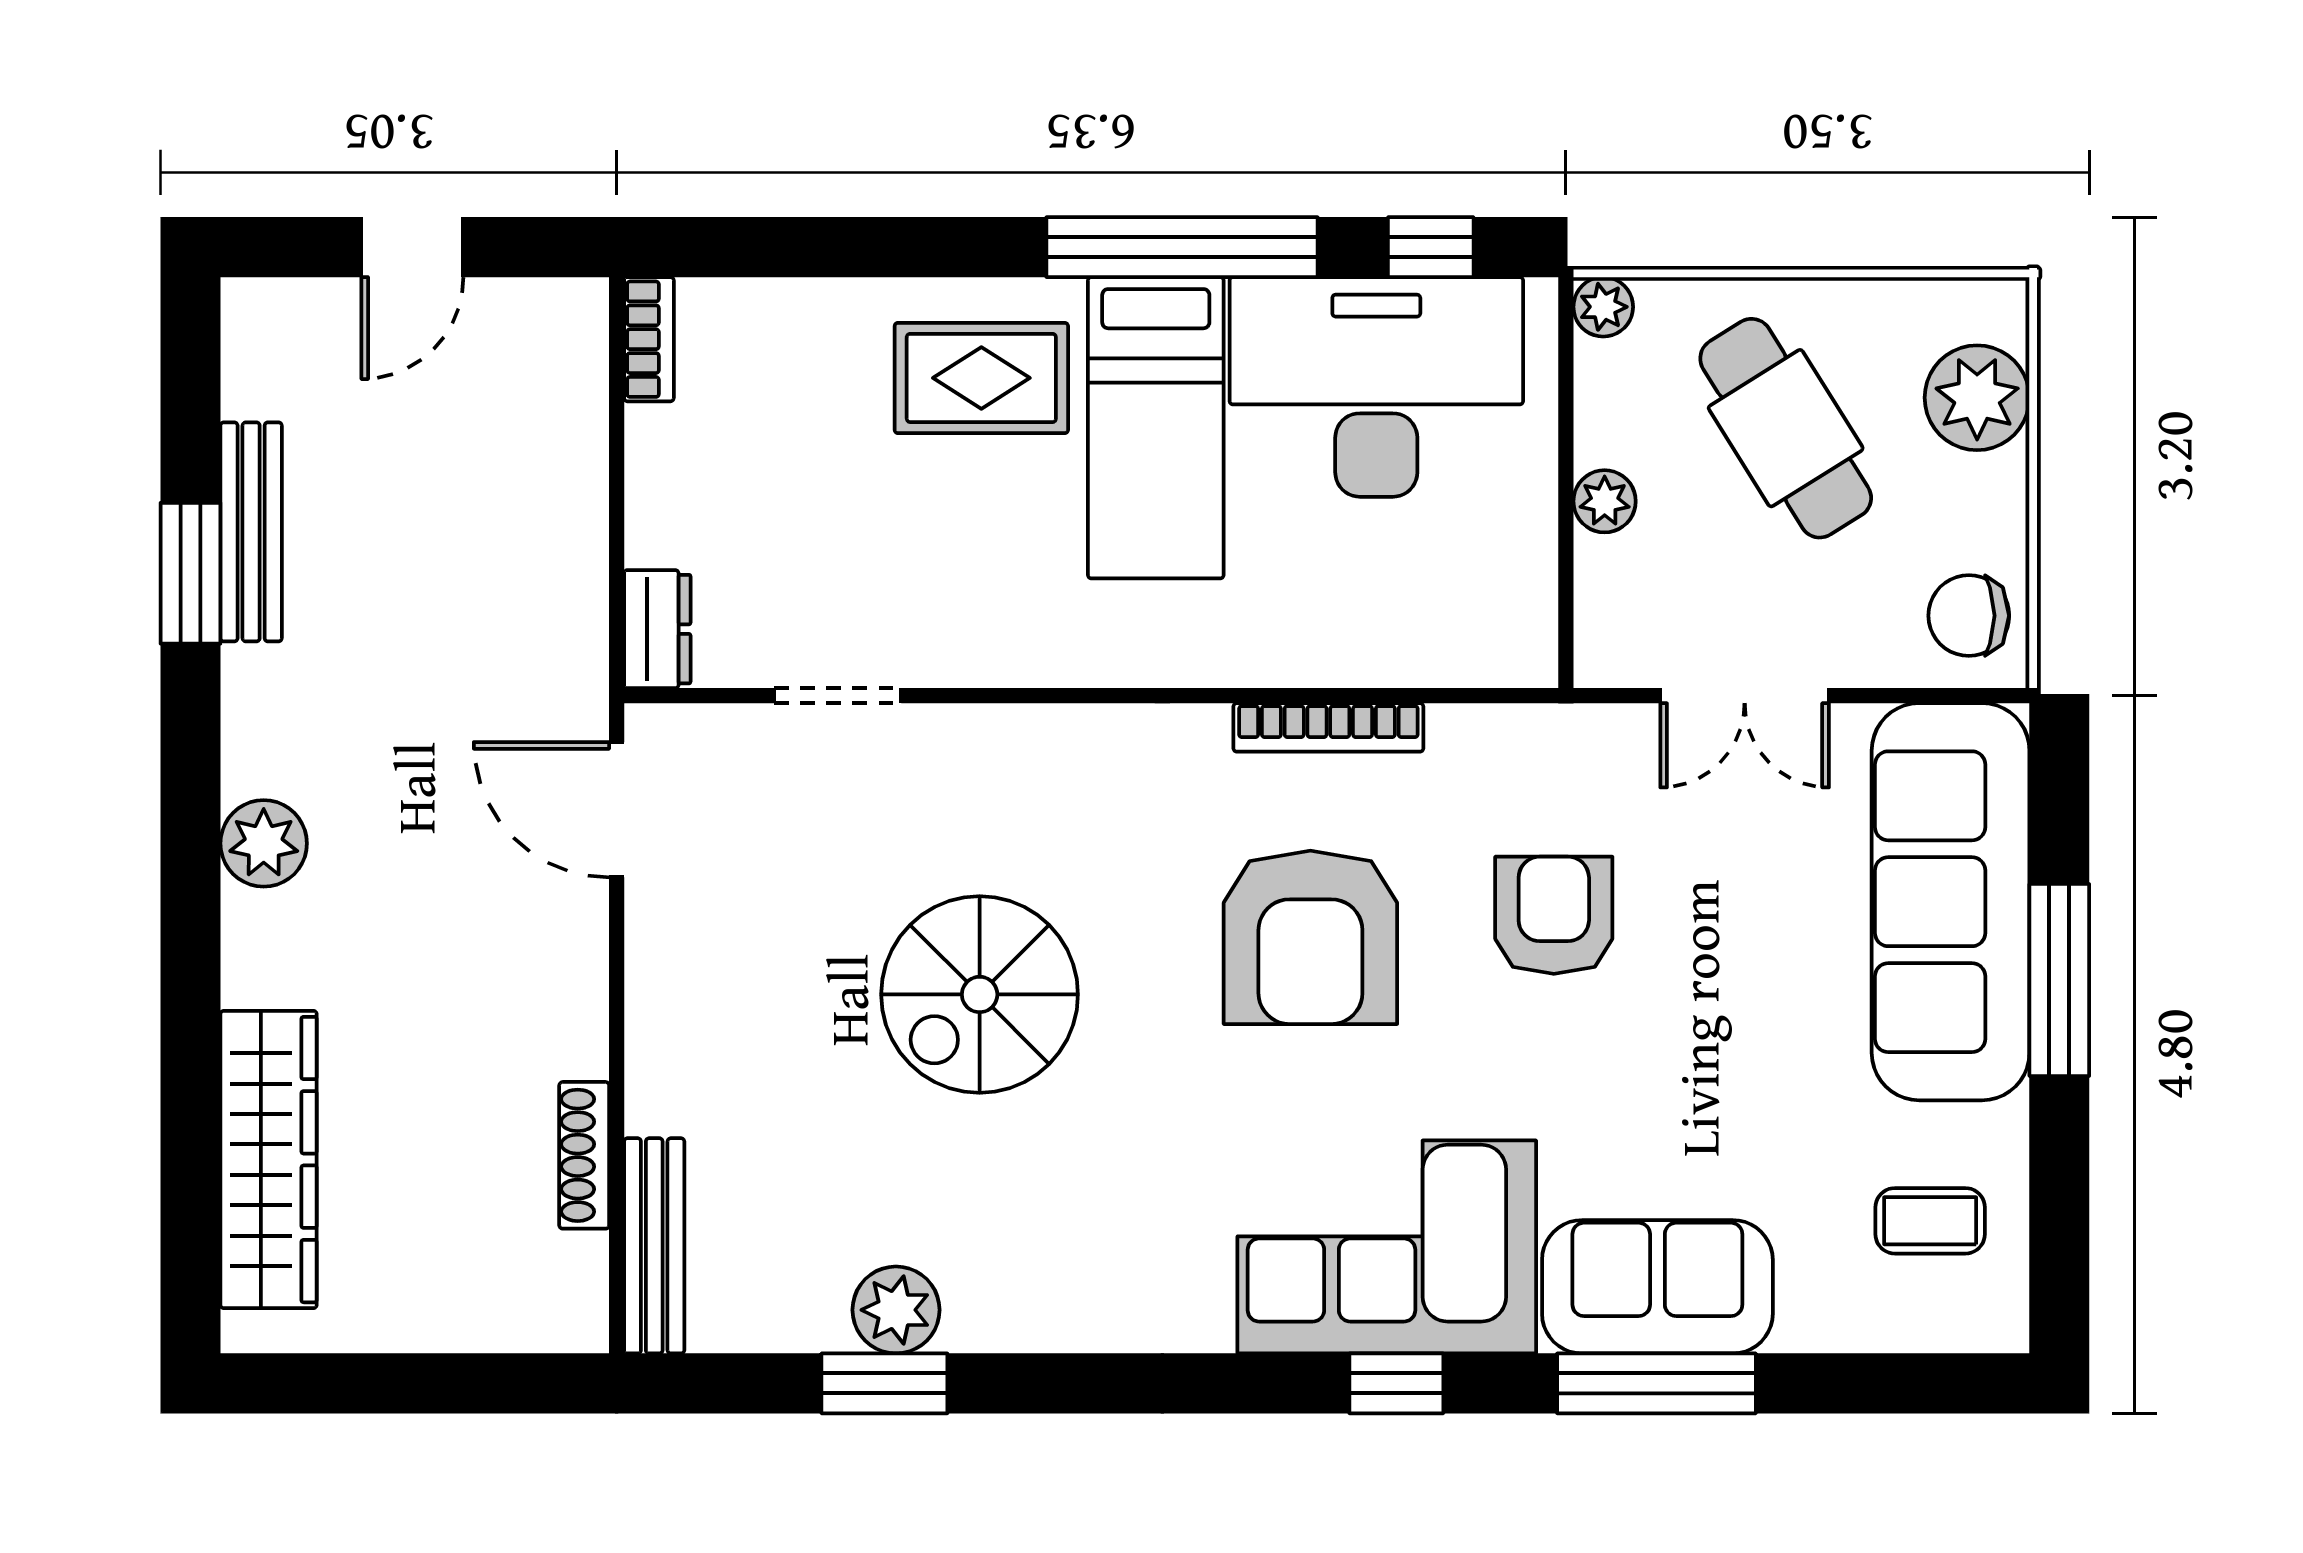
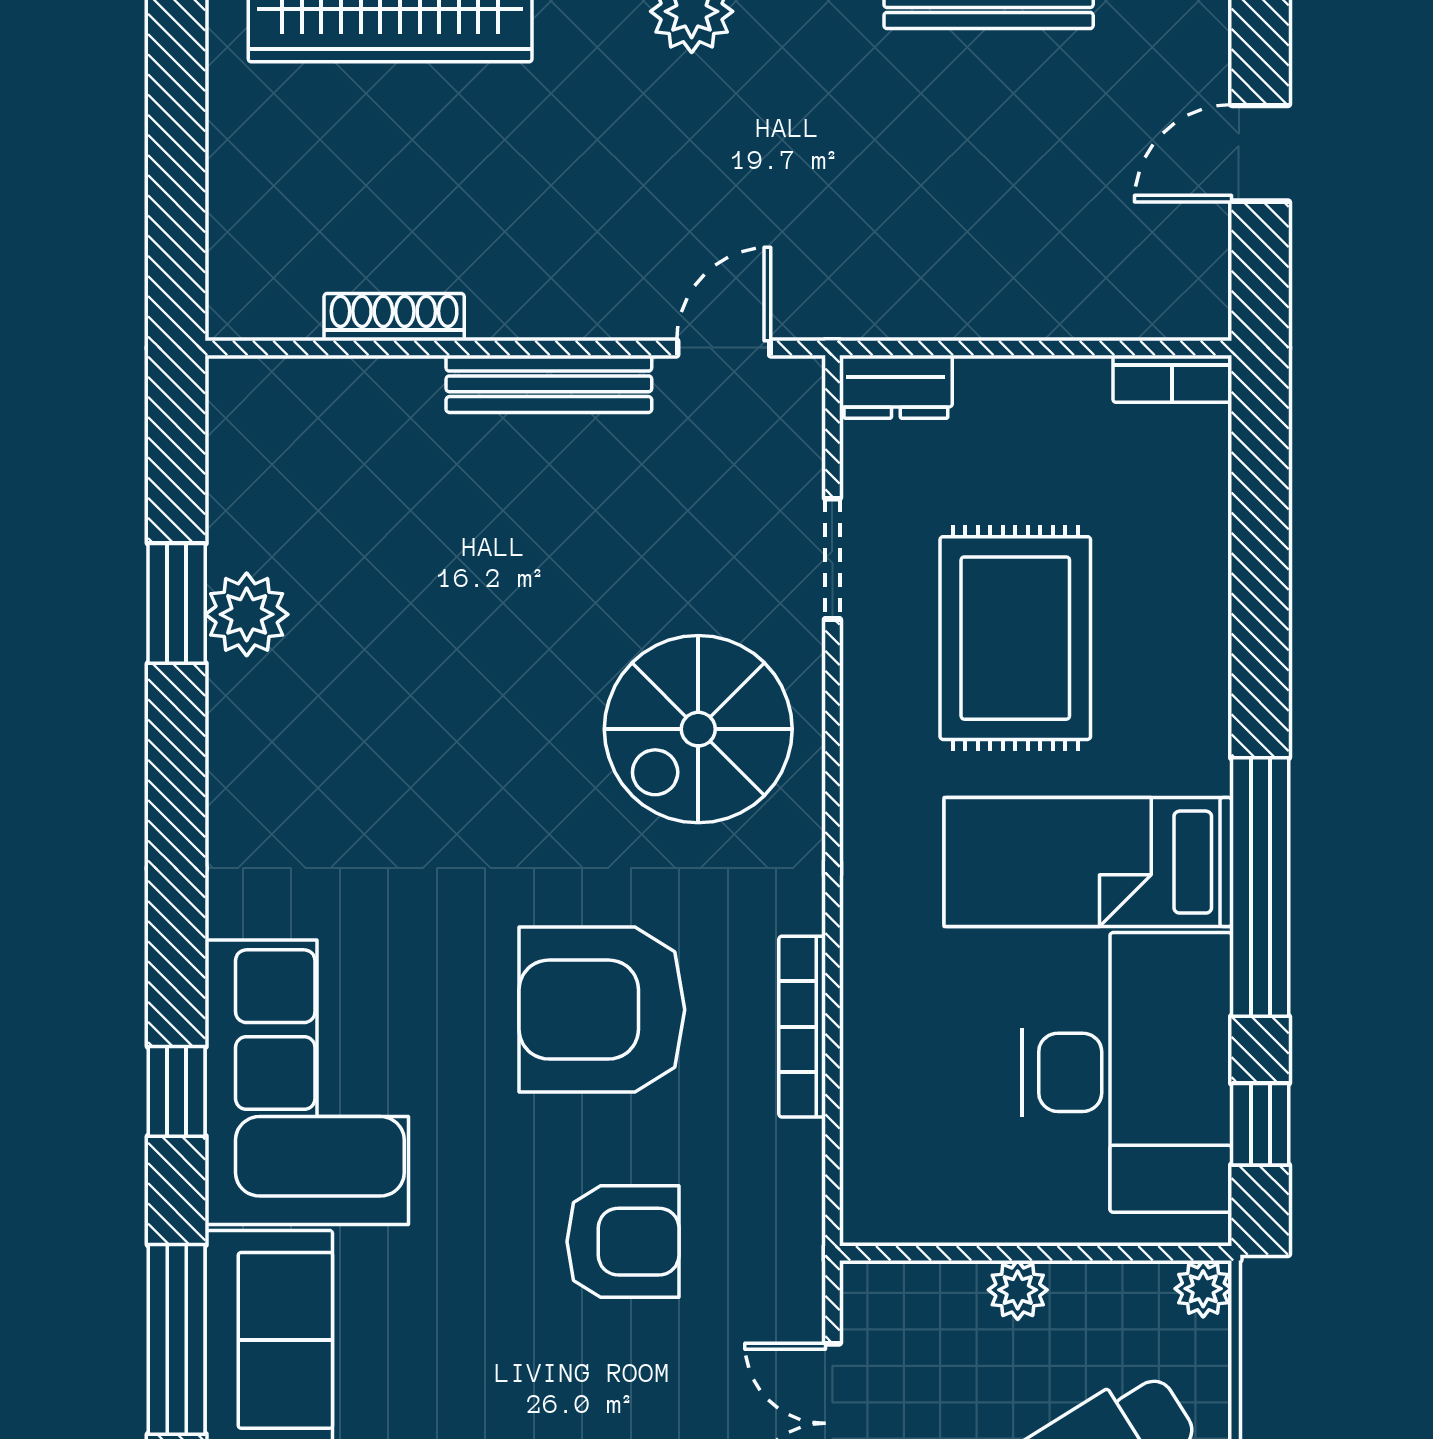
door: (412, 247) -> (1260, 153), hinge flipped
rug: (981, 378) -> (1015, 638), moved, width x1.36, depth x1.43
door: (617, 810) -> (724, 348), width x0.73
spiral stairs: (980, 994) -> (698, 729), moved, turned -90
bench: (654, 1246) -> (549, 384), moved

